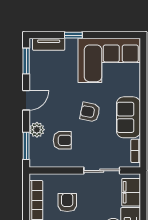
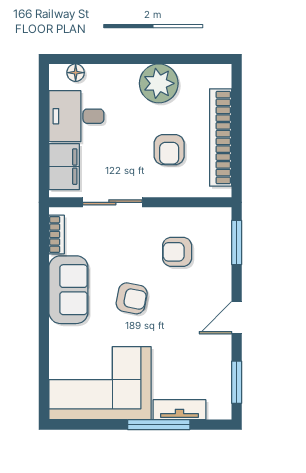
window: (73, 35) -> (159, 425), width x2.17
tv unit: (49, 44) -> (180, 410), moved
plant: (37, 130) -> (219, 269), removed

